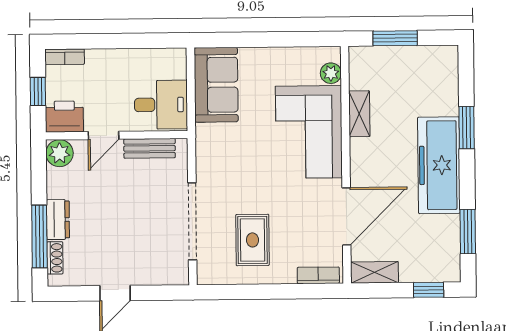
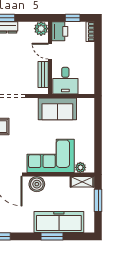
sofa: (216, 85) -> (57, 109), moved
shelving: (359, 114) -> (82, 182), moved
boiler: (365, 158) -> (37, 184), added
freezer: (439, 165) -> (59, 222), moved

